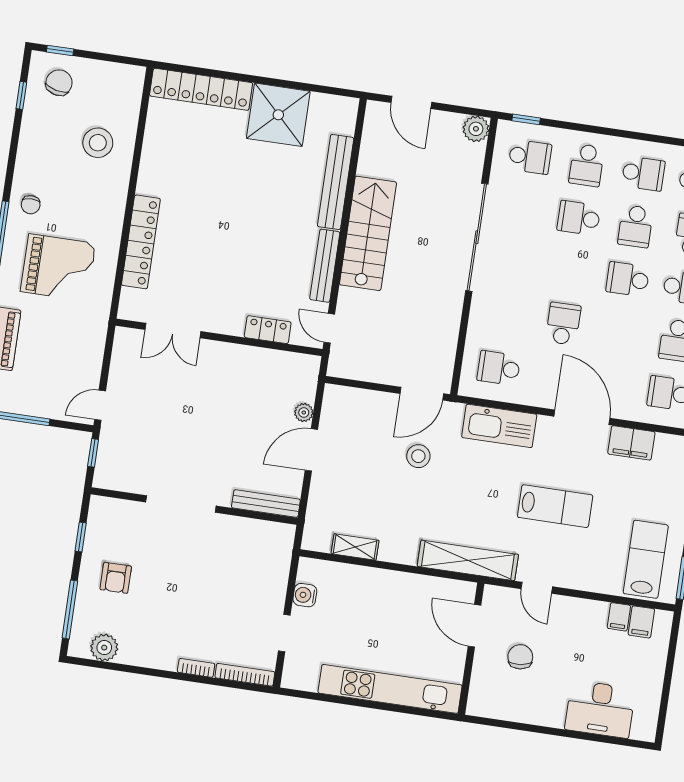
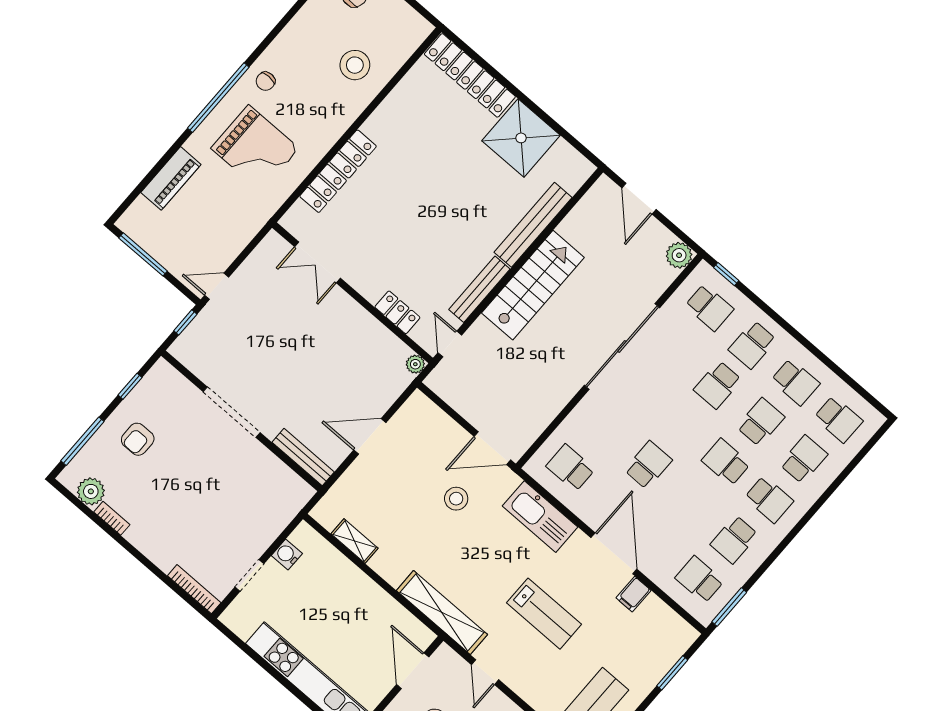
school desk: (579, 218) -> (718, 385), turned -90
school desk: (635, 226) -> (761, 422), turned 180
plant: (304, 412) -> (415, 364), moved
filing cabinet: (631, 443) -> (634, 594), width x0.50
bookcase: (196, 668) -> (112, 518), moved

